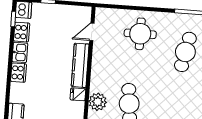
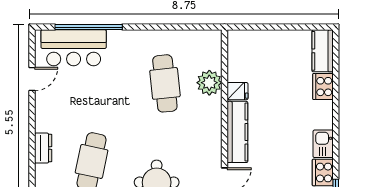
cooker: (18, 73) -> (323, 87), moved

